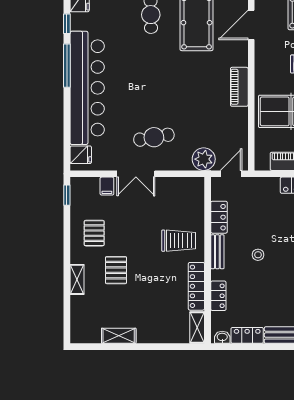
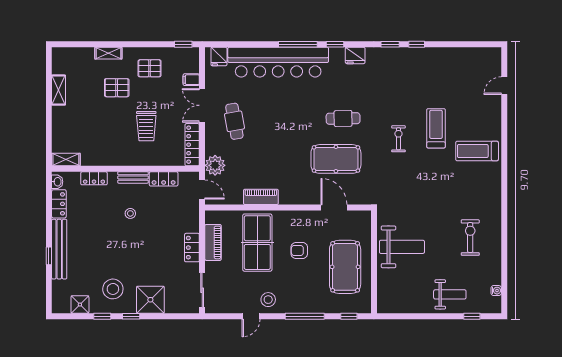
piano: (239, 87) -> (261, 197), moved
trolley: (179, 241) -> (146, 126), moved
locker: (196, 286) -> (192, 145), moved, turned -90

